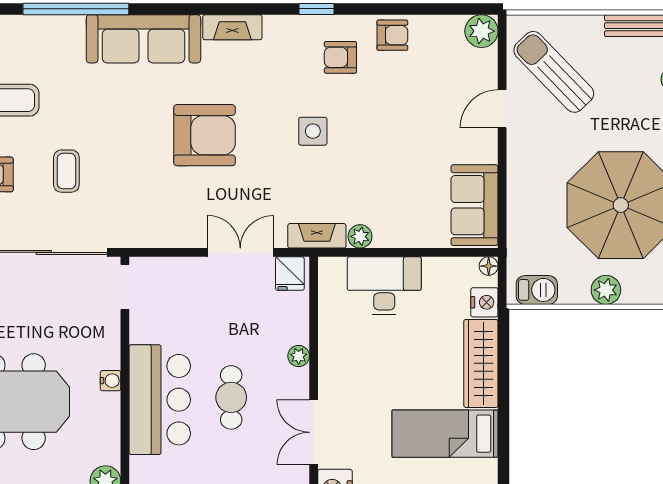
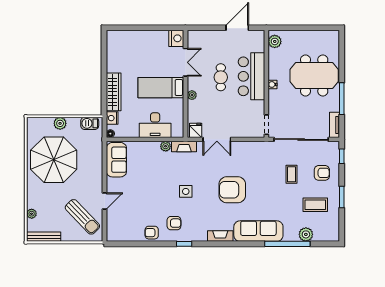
plant: (481, 31) -> (306, 234), moved
bed: (445, 434) -> (161, 88), moved, turned 180

